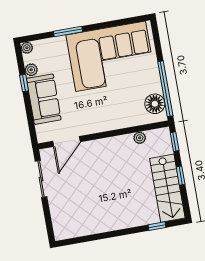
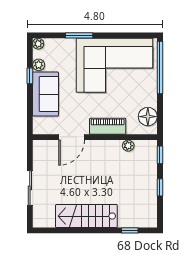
window: (165, 89) -> (160, 67), moved
piano: (115, 121) -> (108, 126), added
door: (66, 142) -> (72, 137), moved
sliding door: (41, 179) -> (30, 188), moved
stairs: (167, 188) -> (86, 216), moved, turned 90

